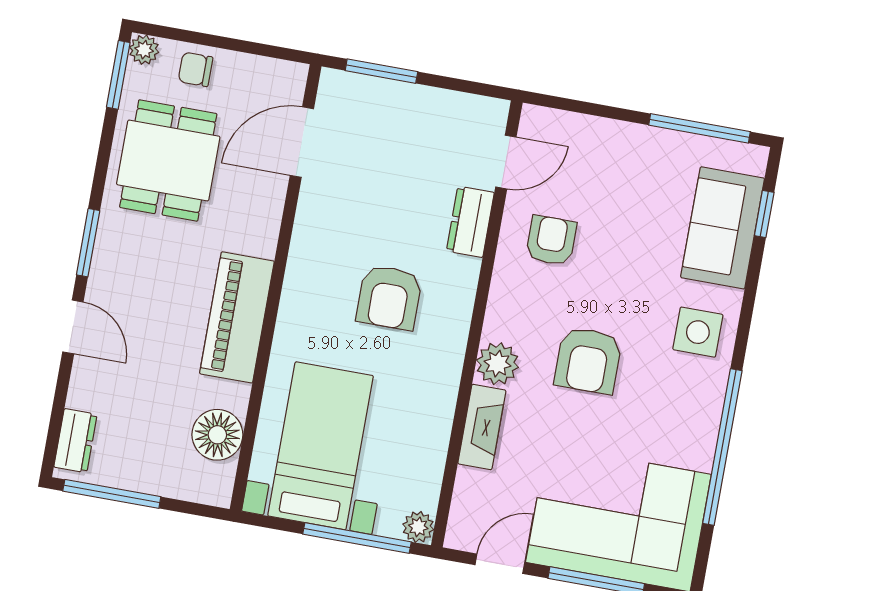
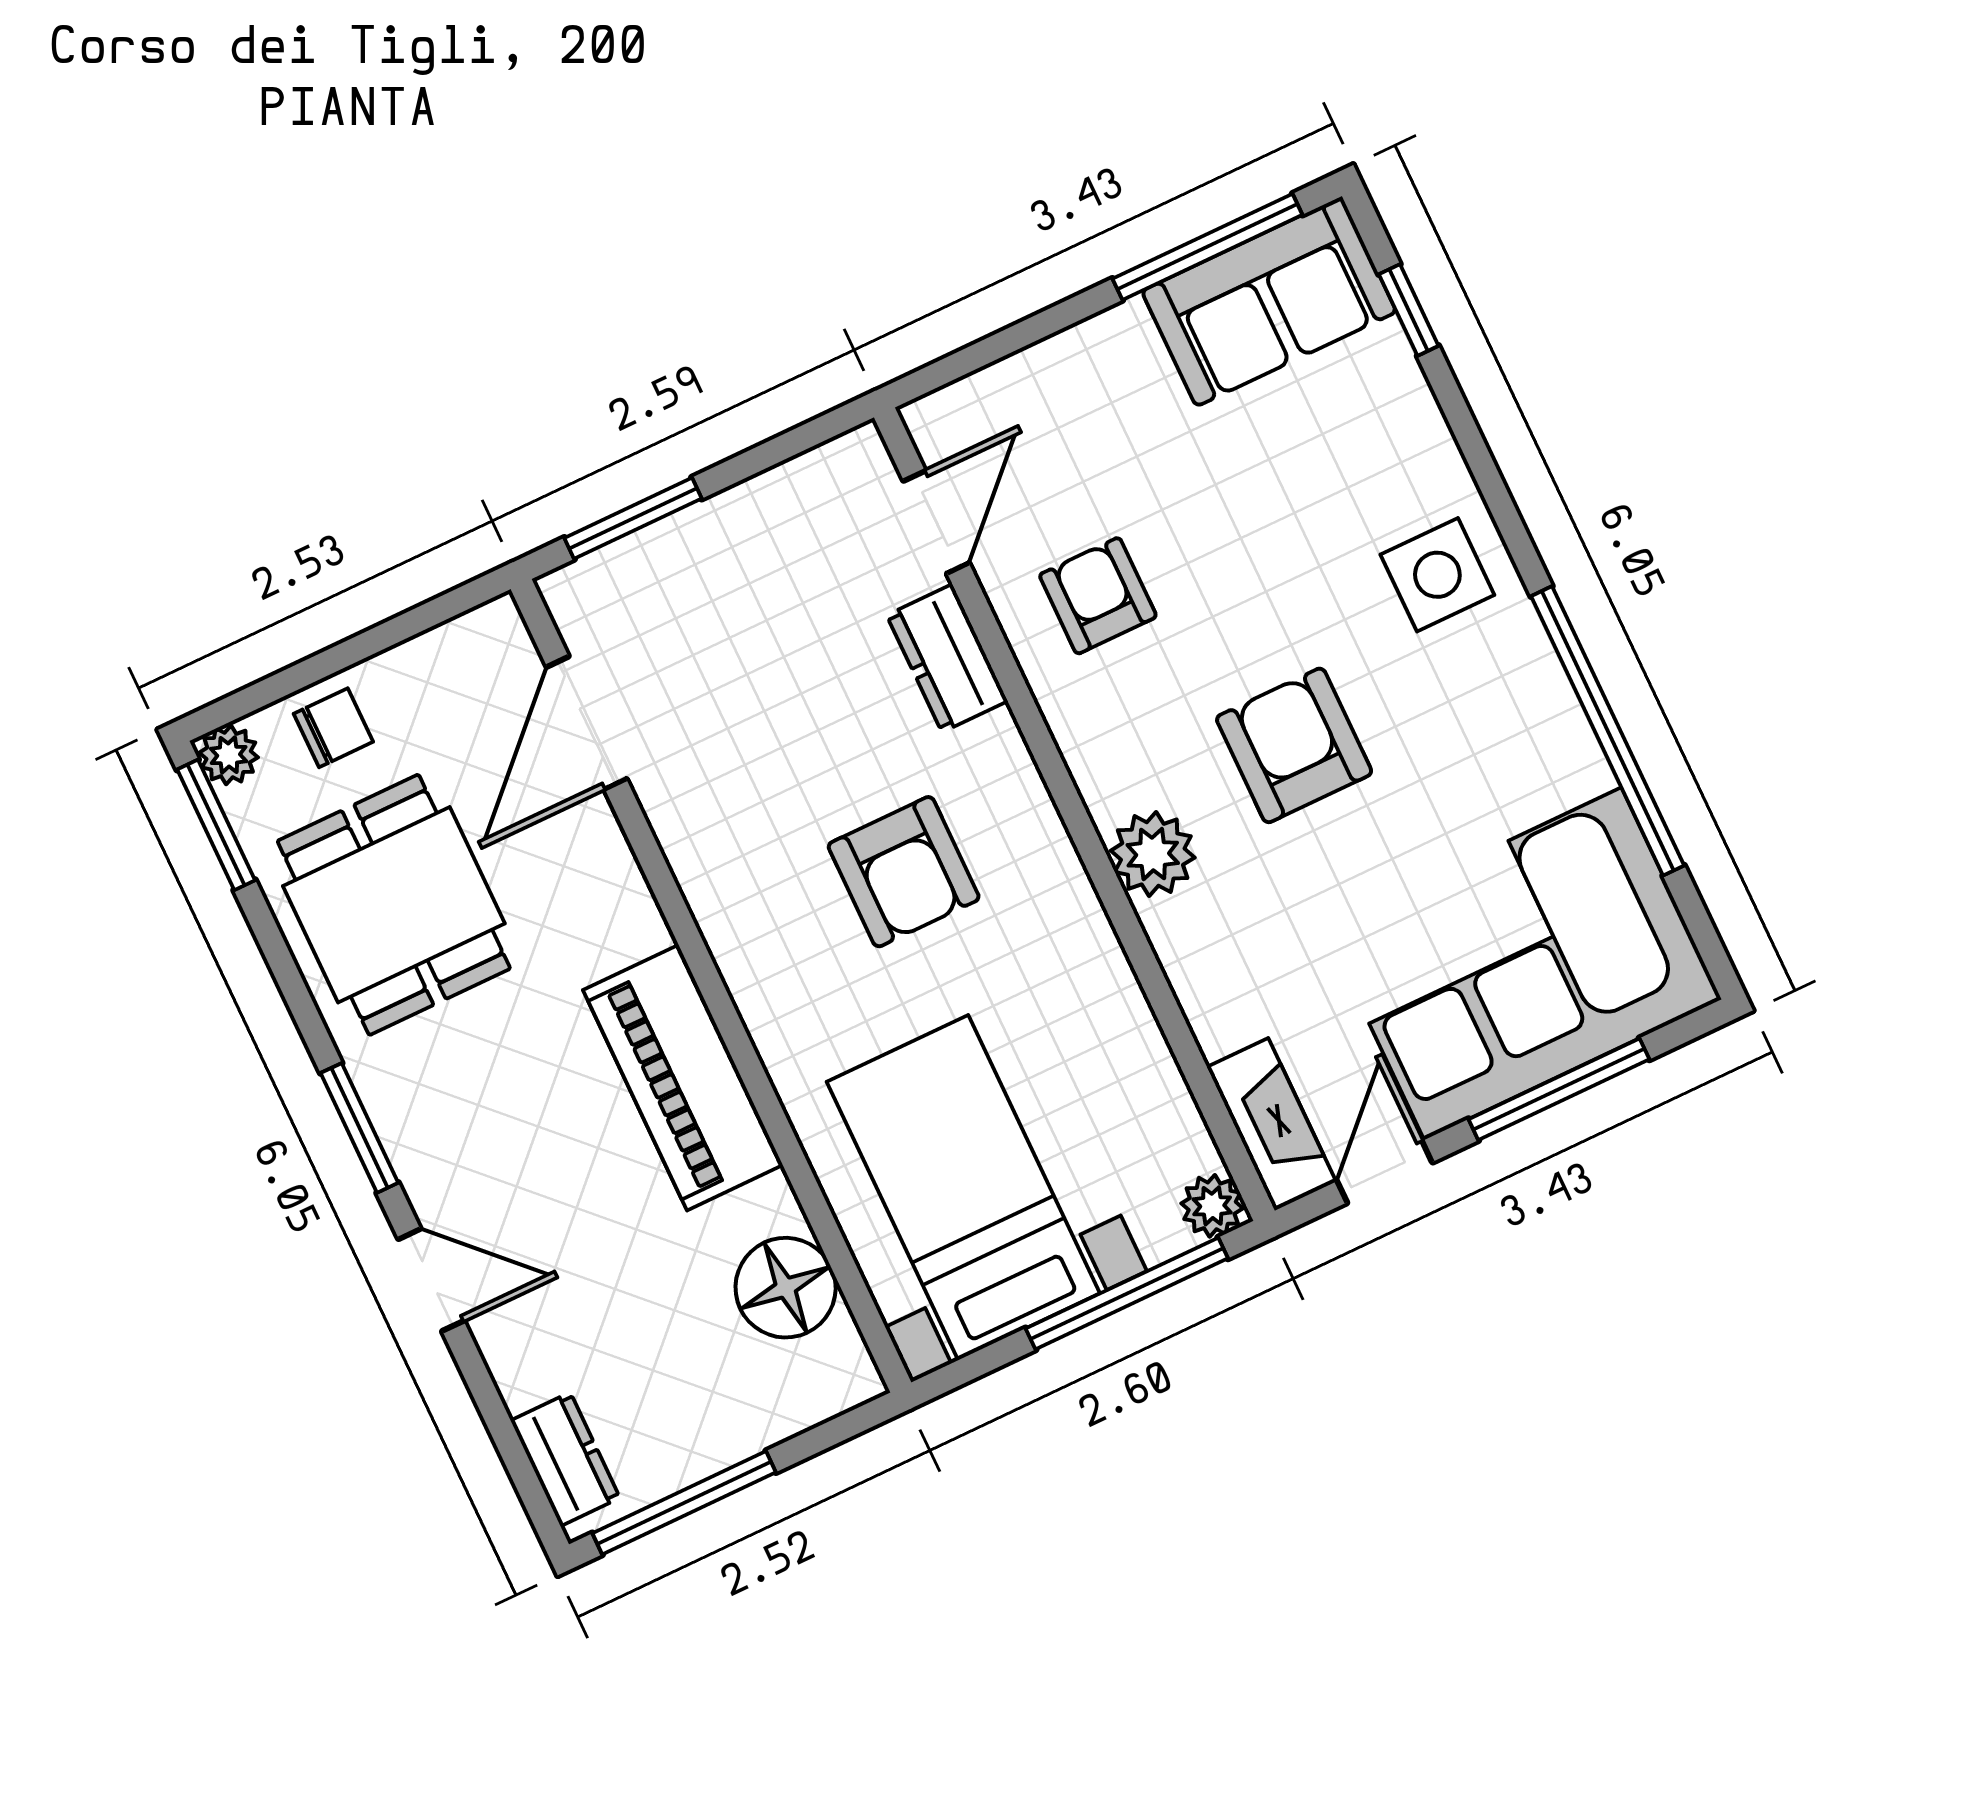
chair: (196, 69) -> (333, 728), turned 180
sofa: (723, 228) -> (1269, 301), moved, turned -90
armchair: (588, 360) -> (1294, 745), turned 180
fireplace: (482, 427) -> (1271, 1124), moved

